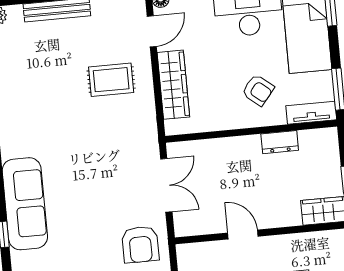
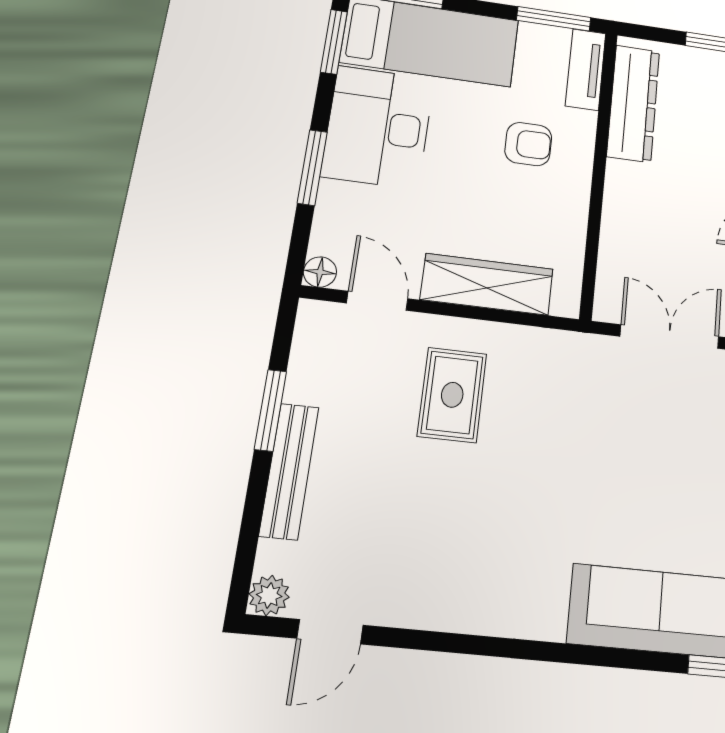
armchair: (258, 90) -> (528, 144), turned 51
dresser: (280, 142) -> (633, 103), width x1.96, depth x1.24

